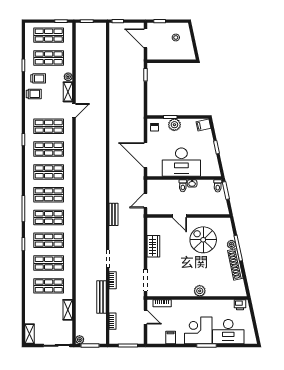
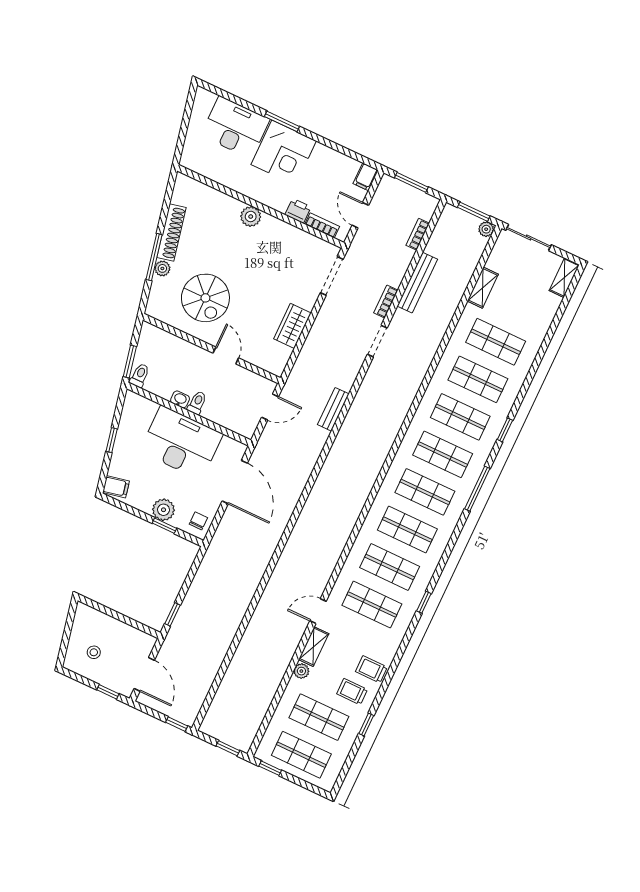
printer: (240, 305) -> (298, 211), moved
filing cabinet: (171, 338) -> (366, 177), moved

